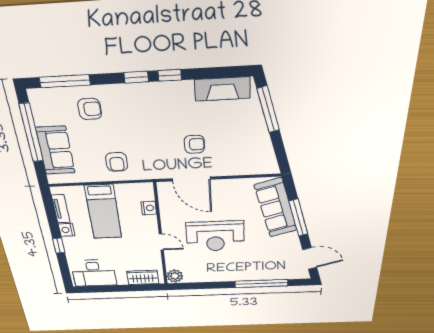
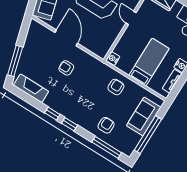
armchair: (90, 109) -> (106, 125), turned 90
door: (191, 179) -> (66, 38), moved
nightstand: (149, 208) -> (113, 59), moved

